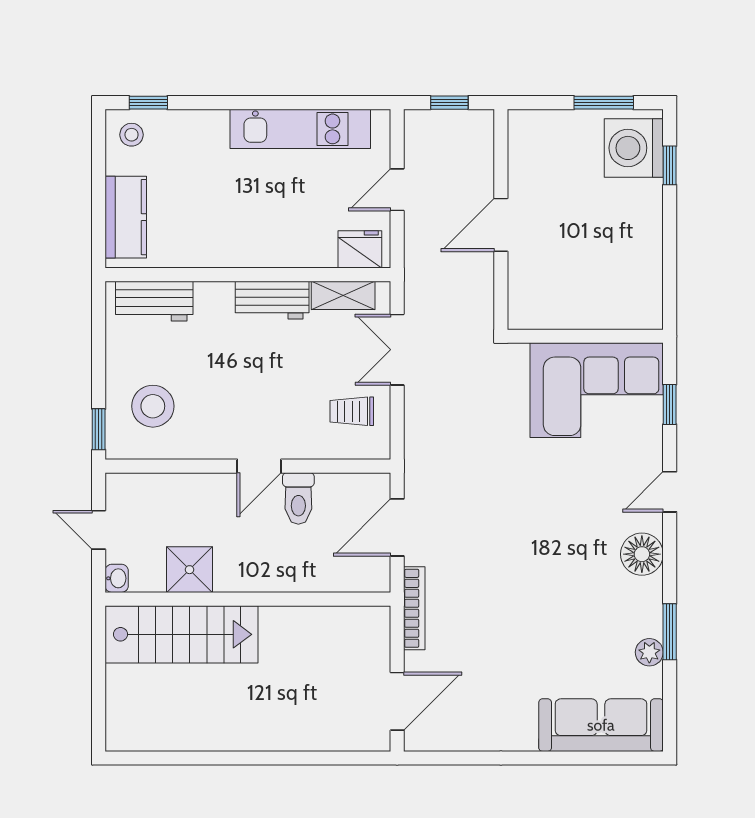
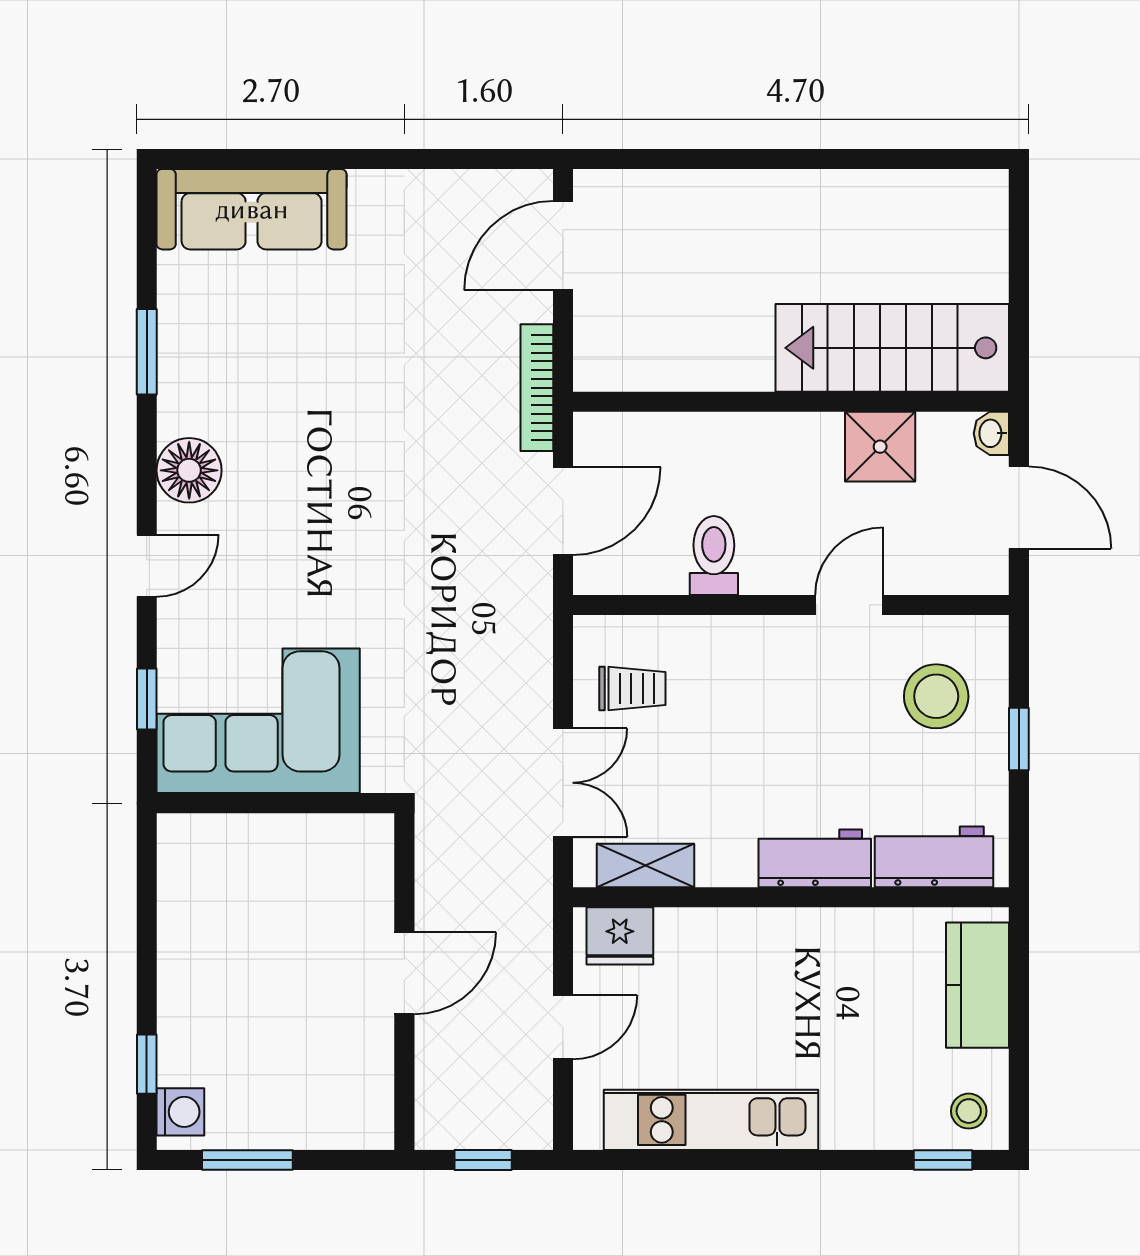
washing machine: (634, 148) -> (180, 1112), width x0.53, depth x0.53
workbench: (272, 300) -> (815, 858), moved
window: (99, 429) -> (1019, 739), moved
door: (259, 466) -> (849, 605), moved
door: (99, 530) -> (1019, 507), width x1.38
plant: (649, 652) -> (178, 320), removed

